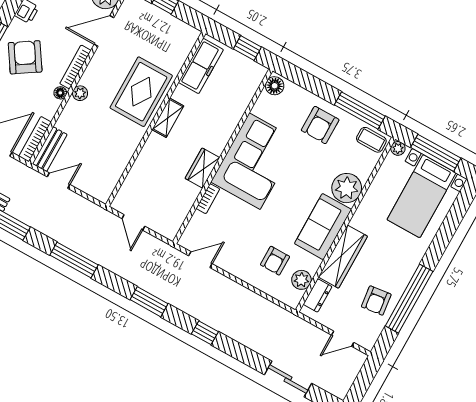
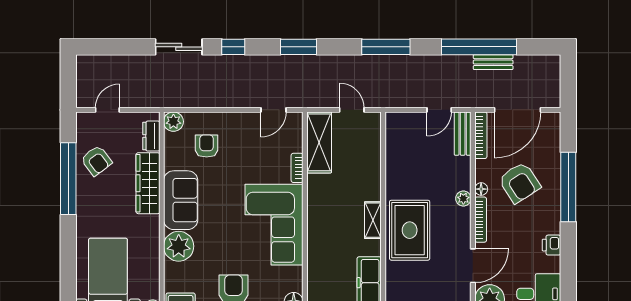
armchair: (25, 57) -> (519, 183), moved
wardrobe: (202, 168) -> (317, 192), removed
shelving: (177, 210) -> (319, 142), added
plant: (301, 280) -> (173, 122), moved
armchair: (376, 301) -> (96, 161), turned 150
sliding door: (288, 379) -> (179, 47), moved

